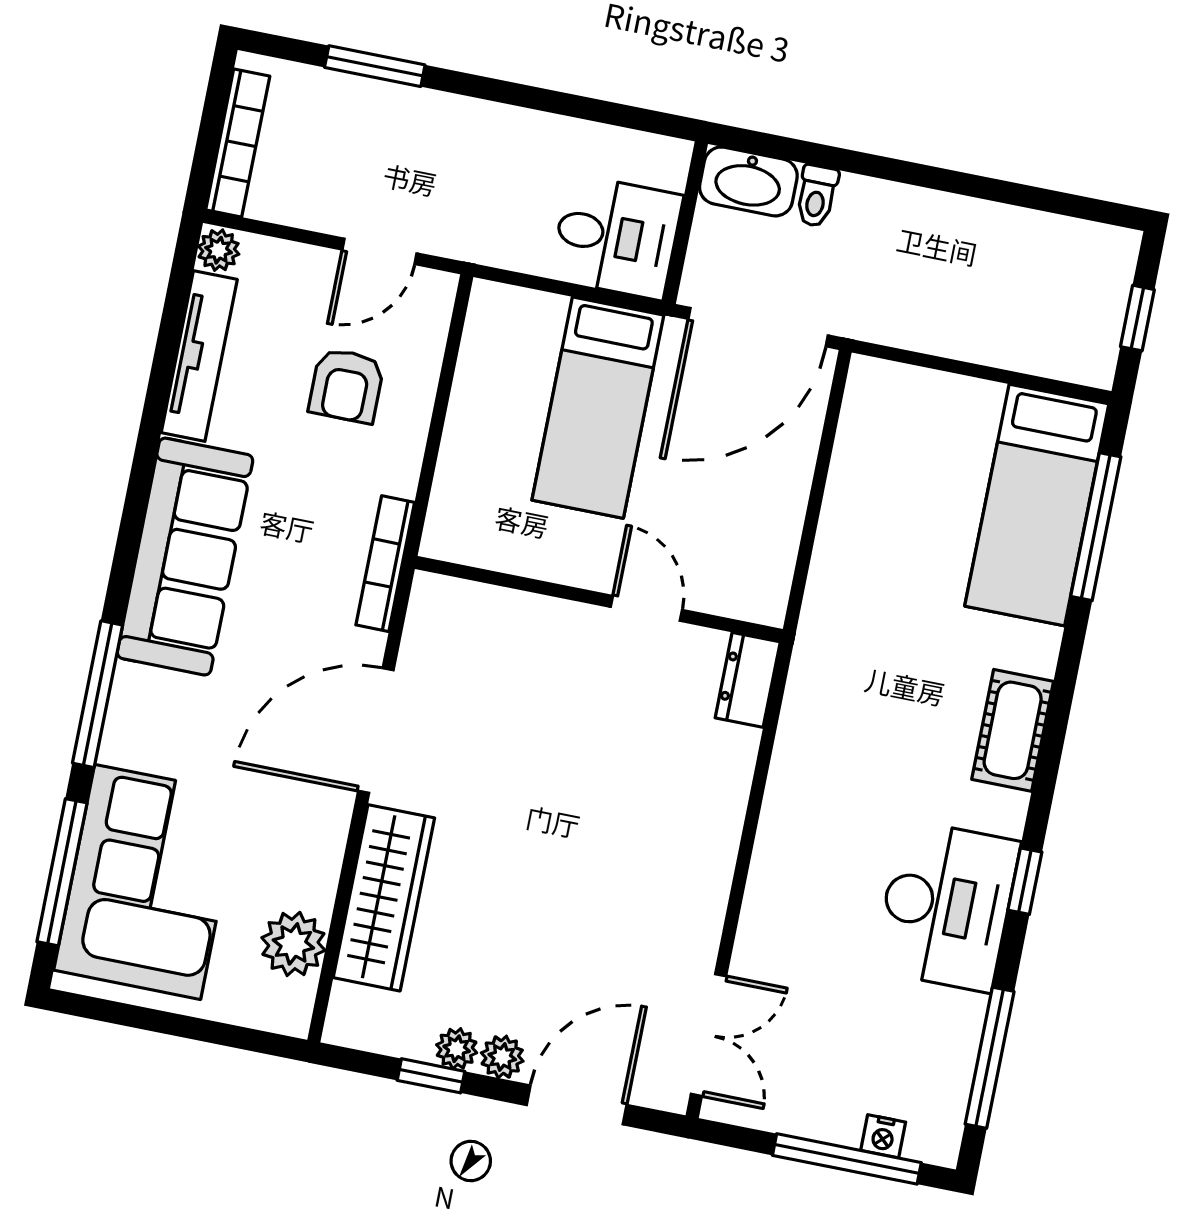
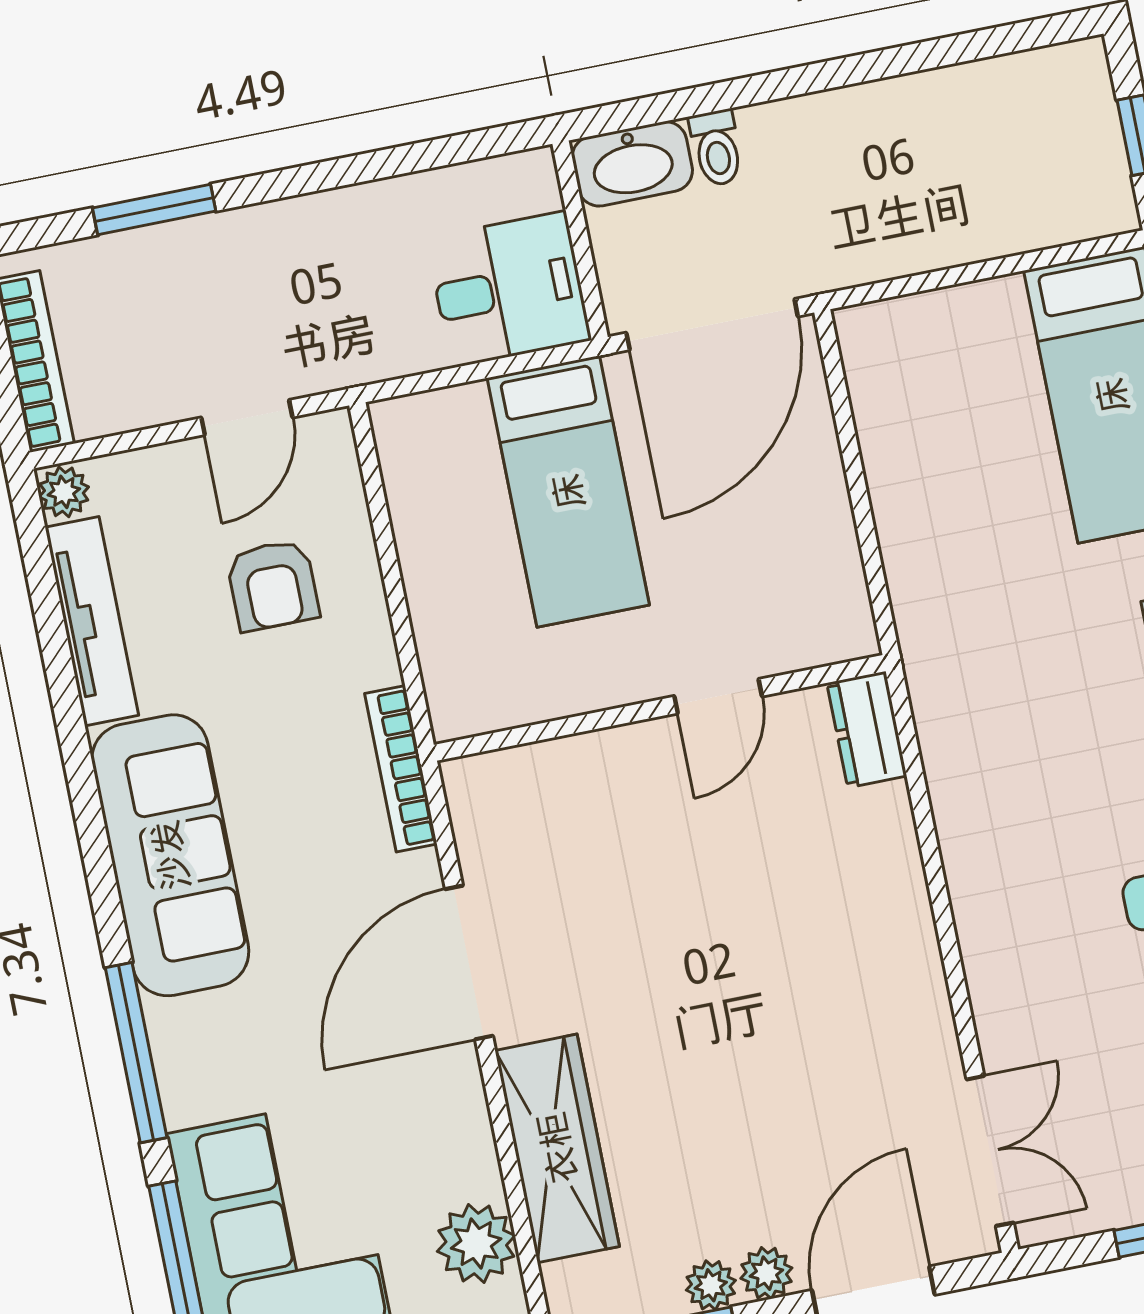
door: (646, 608) -> (718, 696), swing flipped

